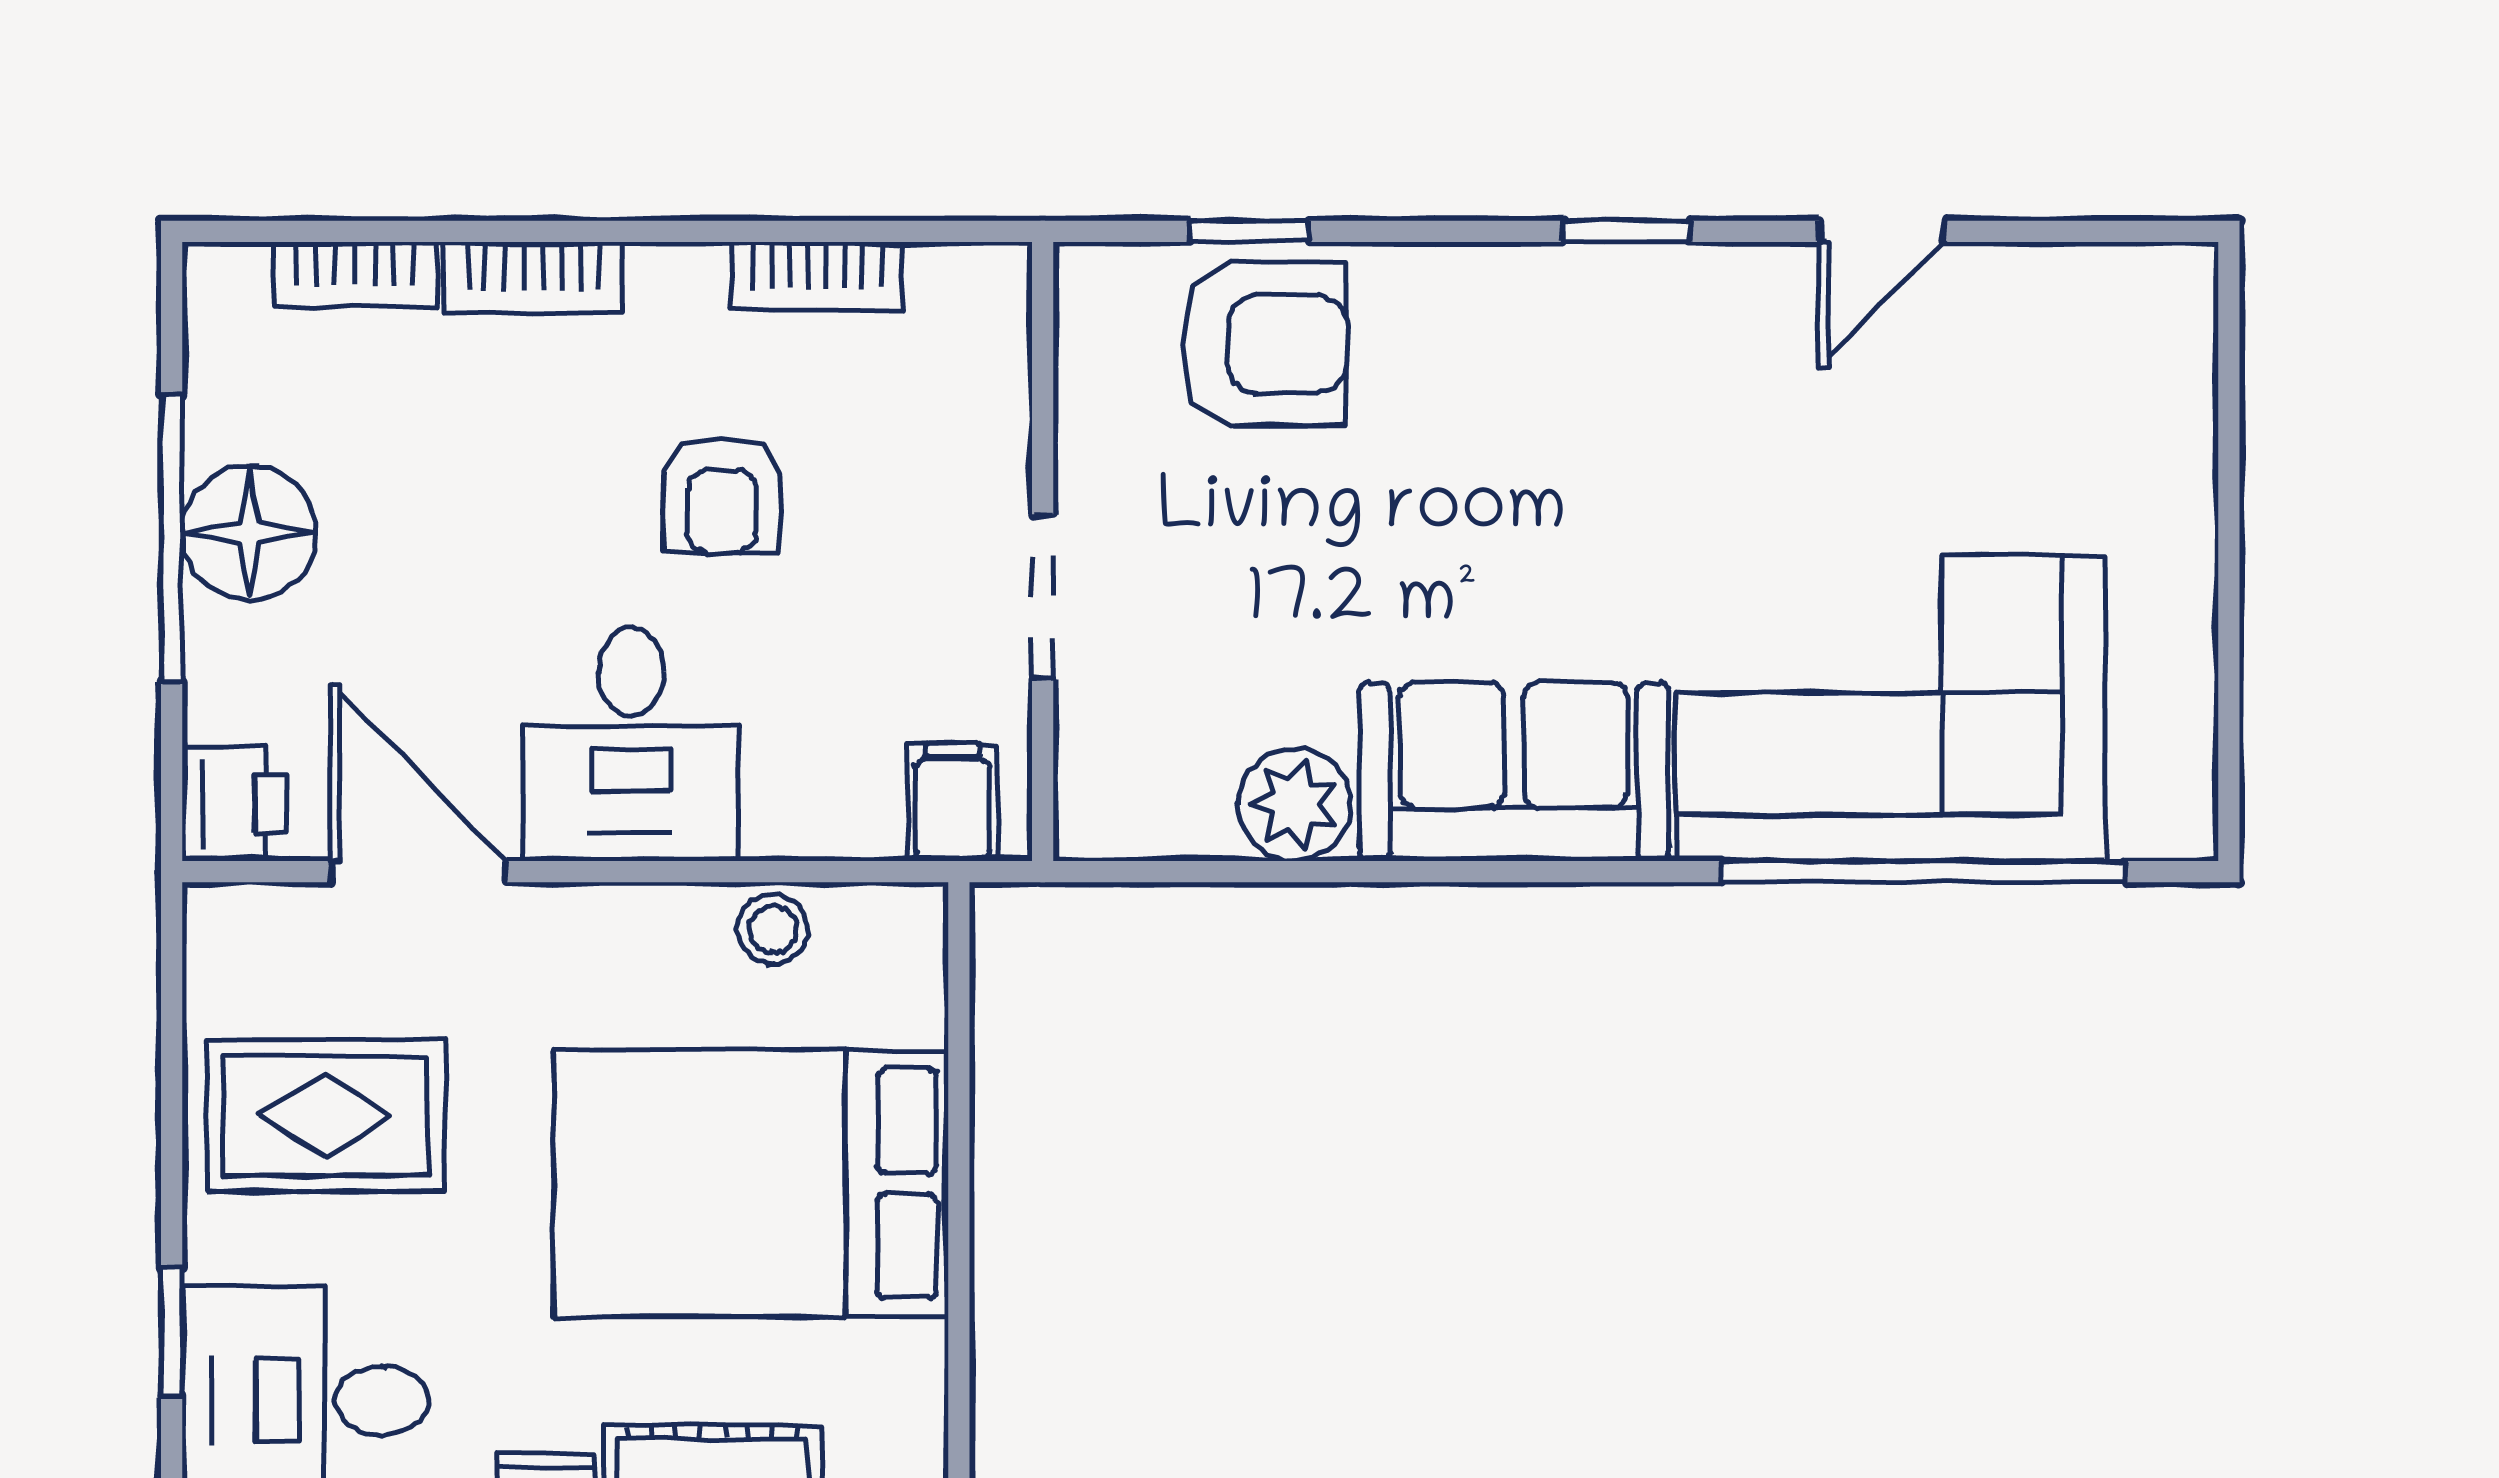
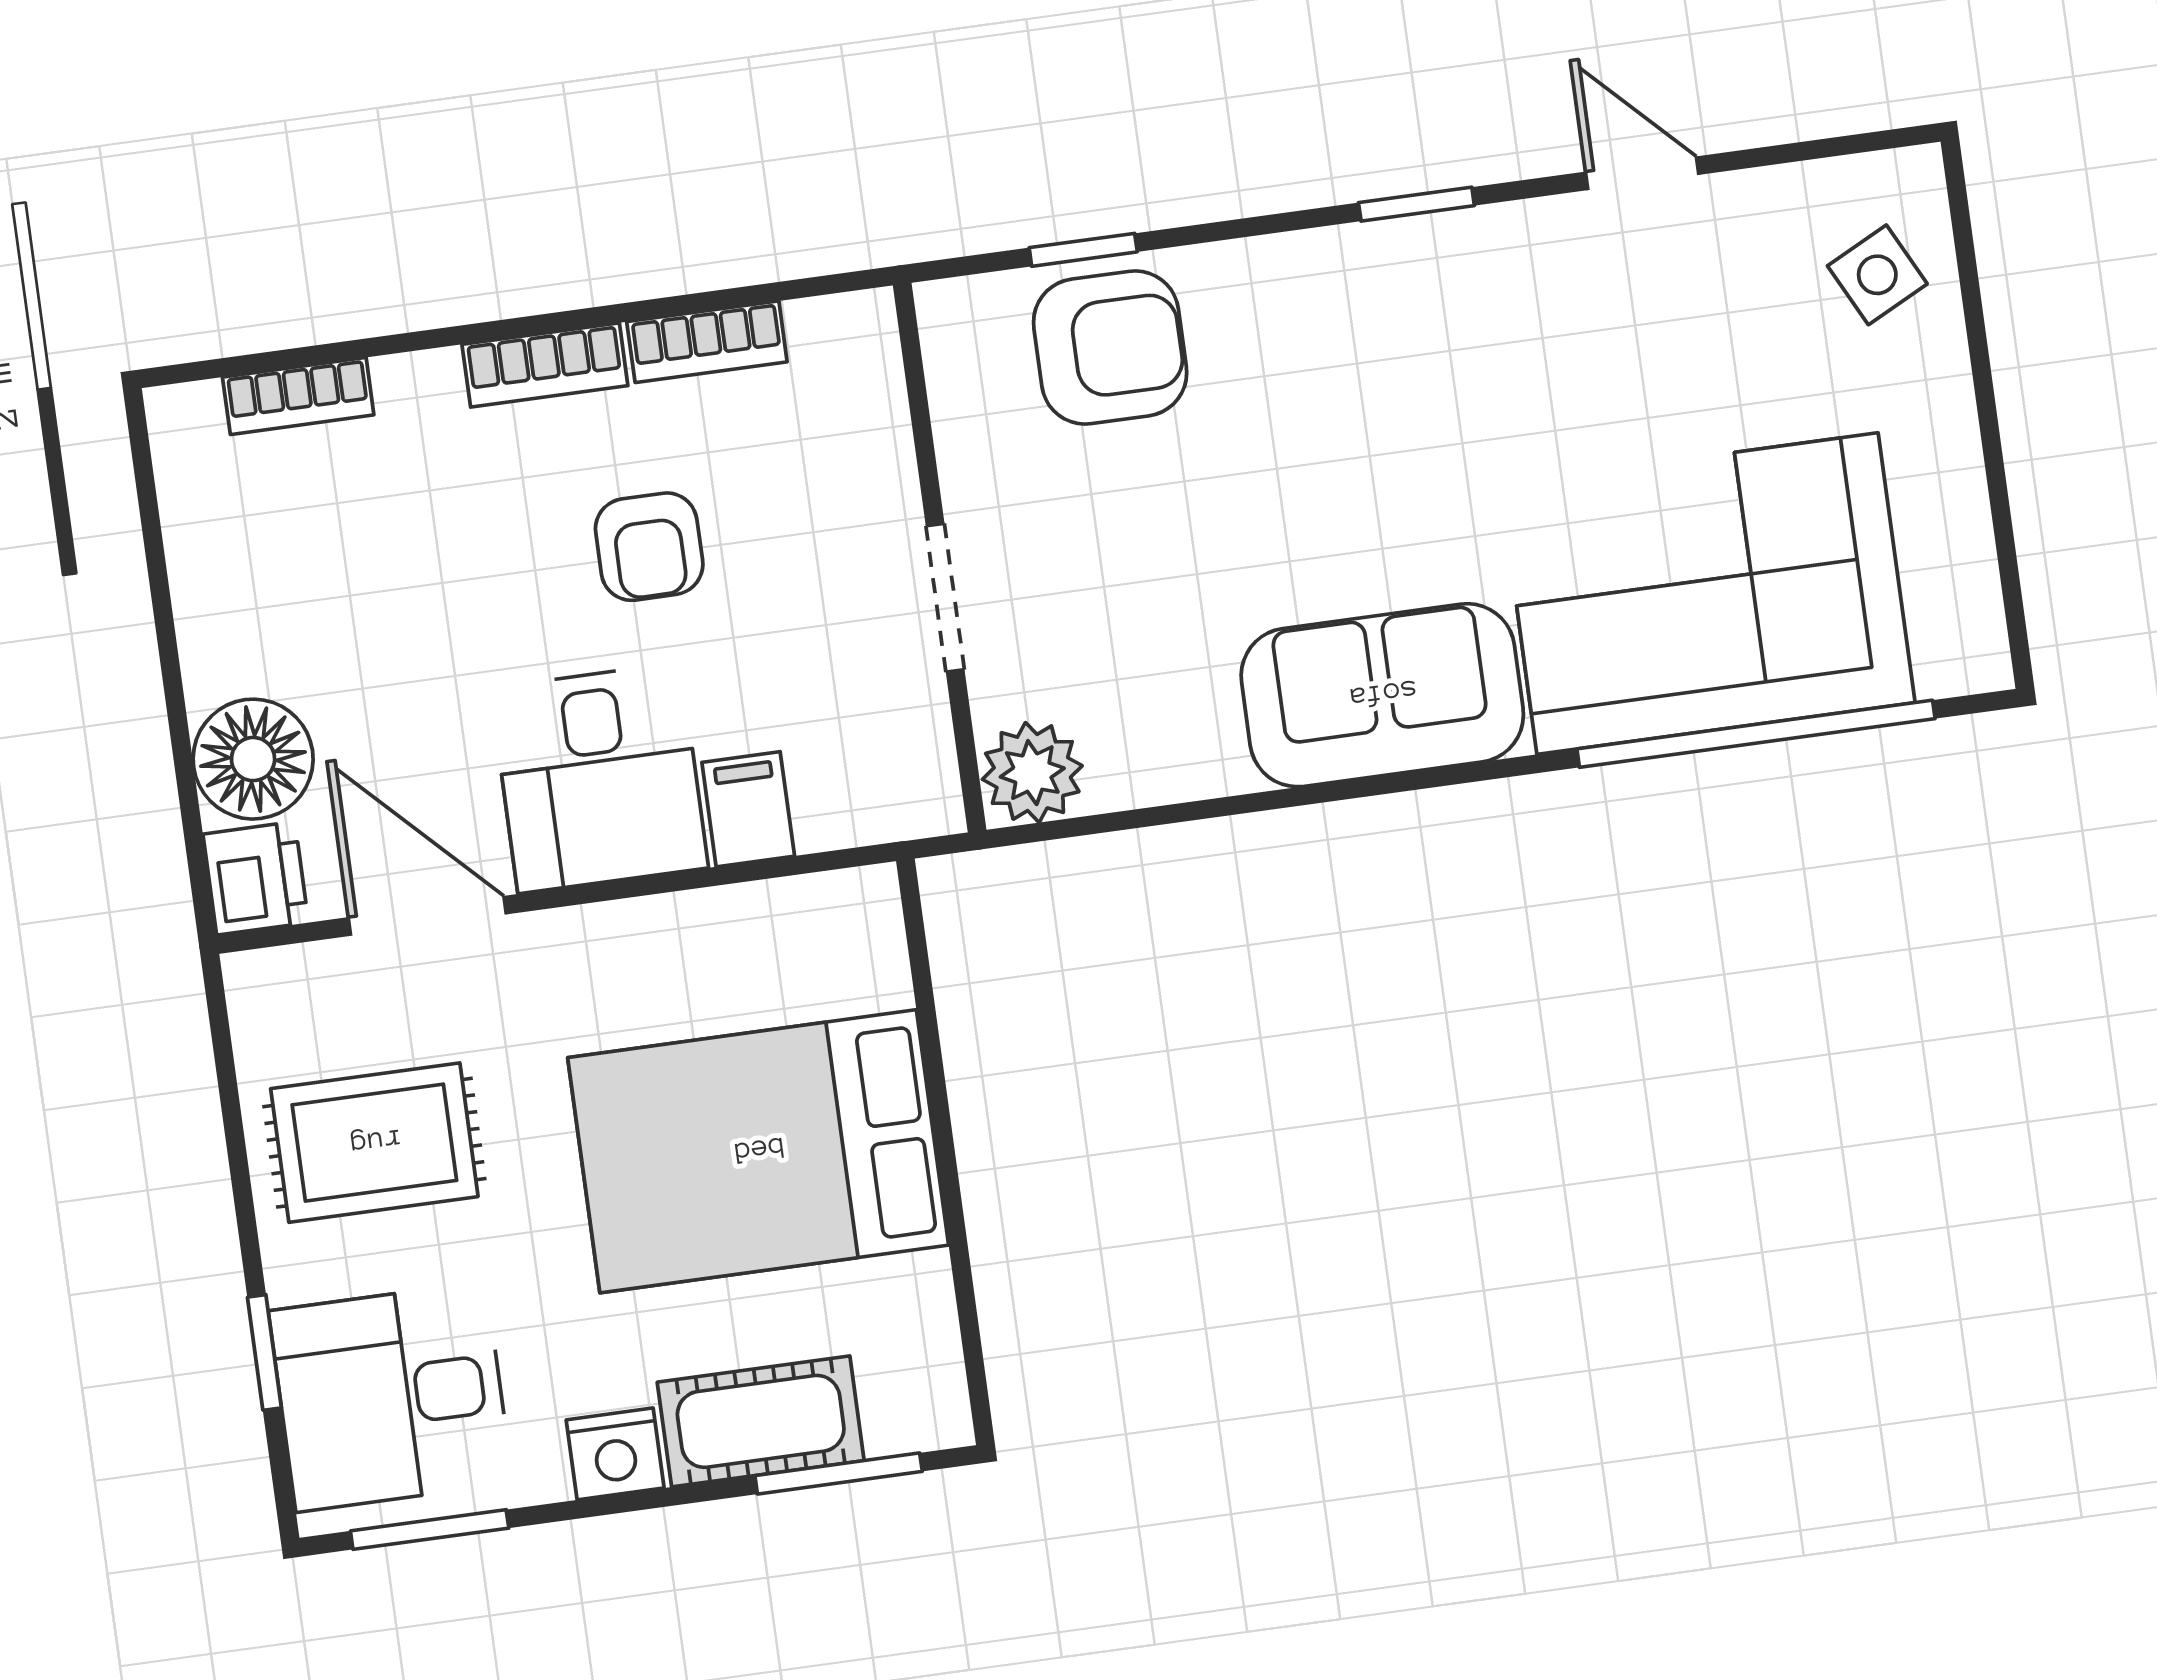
door: (1882, 231) -> (1642, 173), swing flipped
bookcase: (533, 277) -> (545, 365), moved
side table: (2128, 380) -> (1877, 275), added
floor lamp: (249, 532) -> (253, 759), moved
window: (172, 538) -> (168, 651), removed
filing cabinet: (952, 802) -> (748, 809), moved
plant: (1294, 804) -> (1032, 773), moved
stool: (773, 929) -> (747, 924), removed

